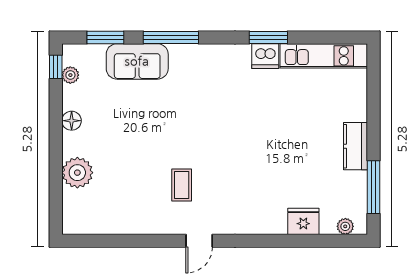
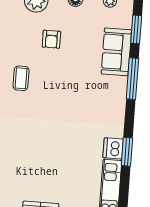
armchair: (127, 149) -> (51, 39), added
coffee table: (182, 185) -> (21, 78), turned 90

